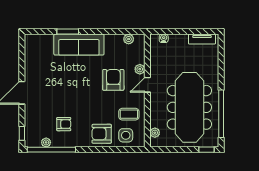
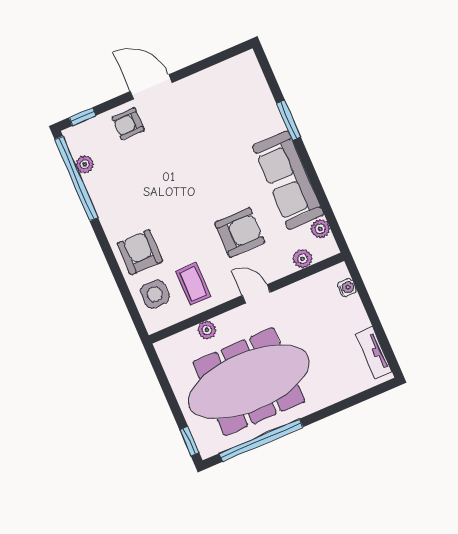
sofa: (79, 45) -> (288, 180), moved
plant: (140, 69) -> (303, 259), moved
armchair: (64, 124) -> (128, 124), moved, turned 90
plant: (155, 133) -> (207, 330), moved

